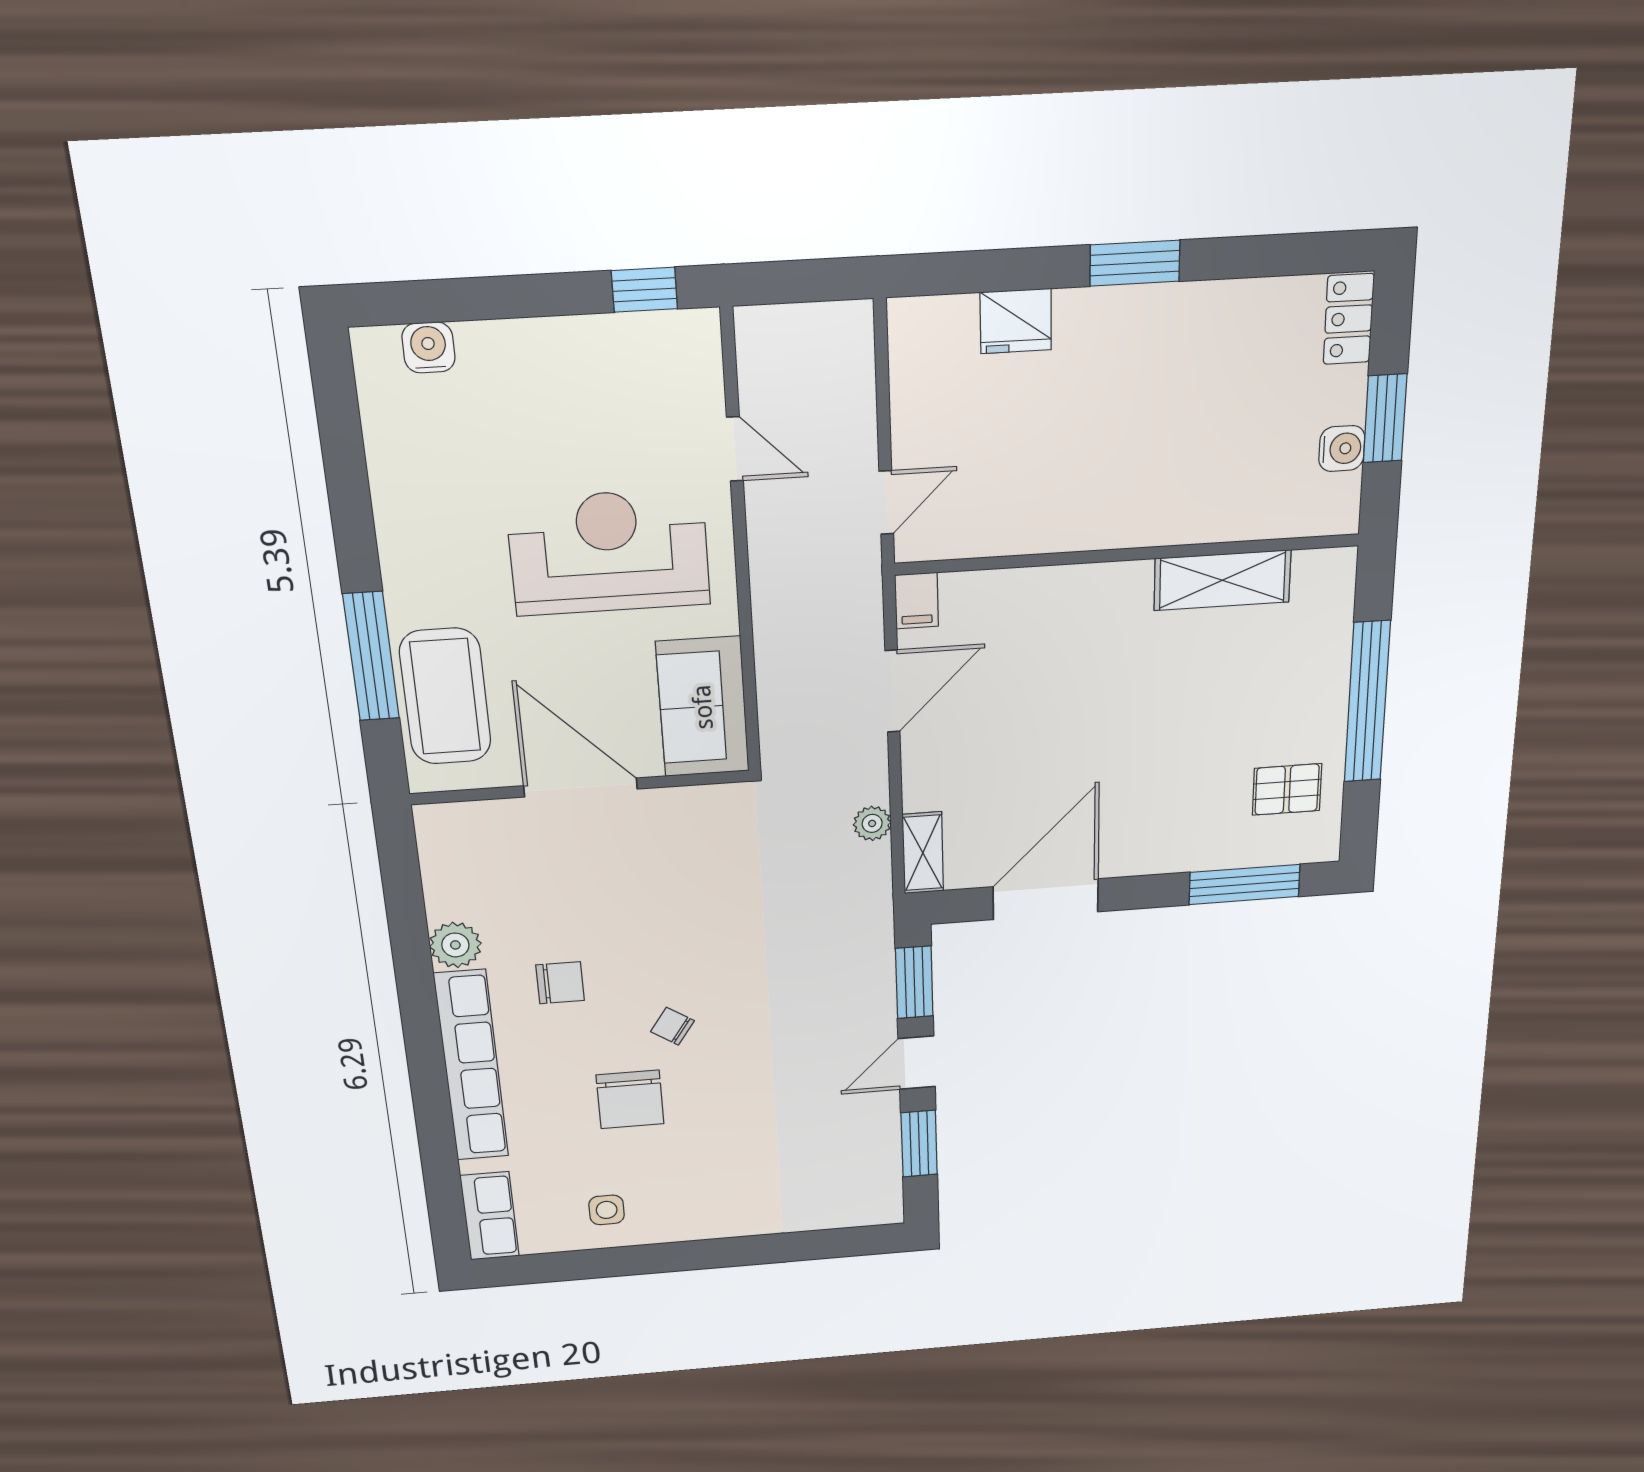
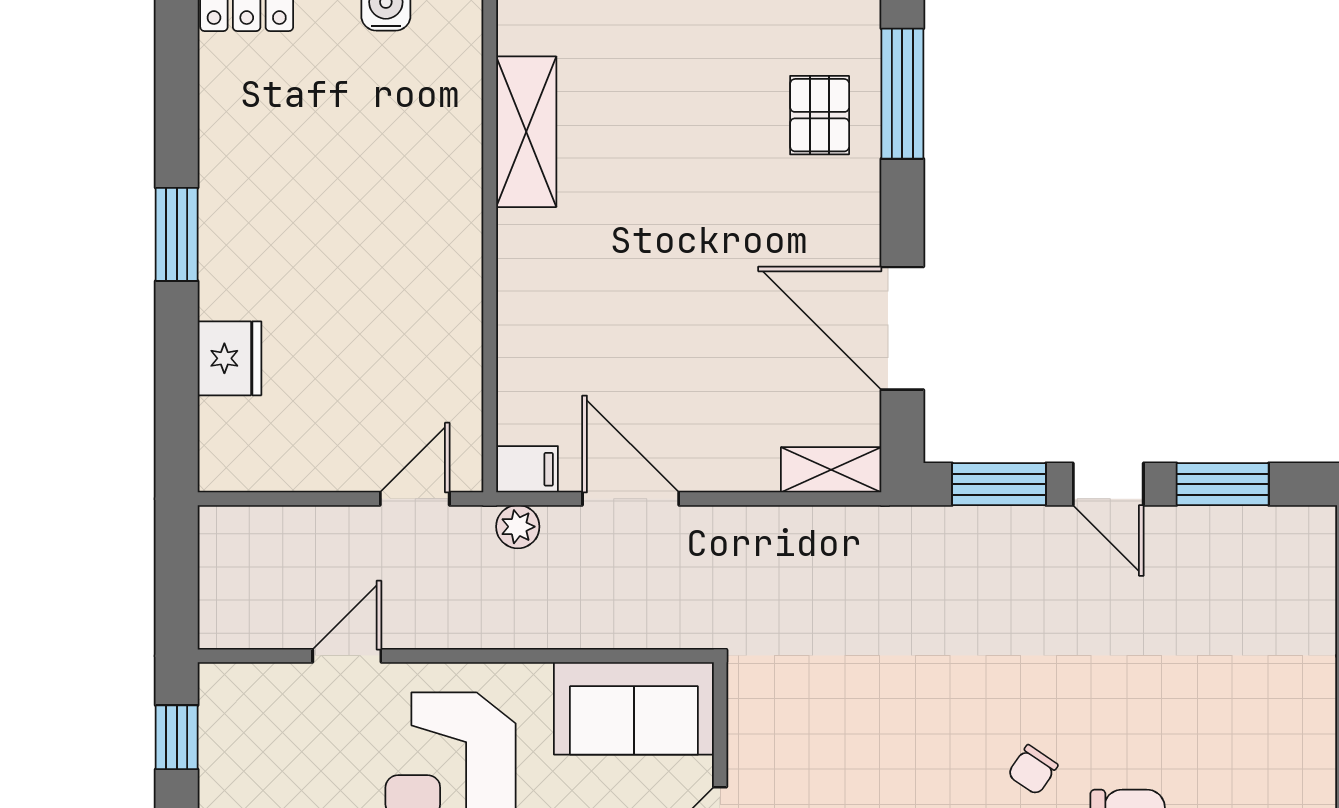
door: (886, 502) -> (415, 499), hinge flipped
pallet: (1287, 789) -> (820, 115), moved
plant: (872, 823) -> (518, 527), moved

